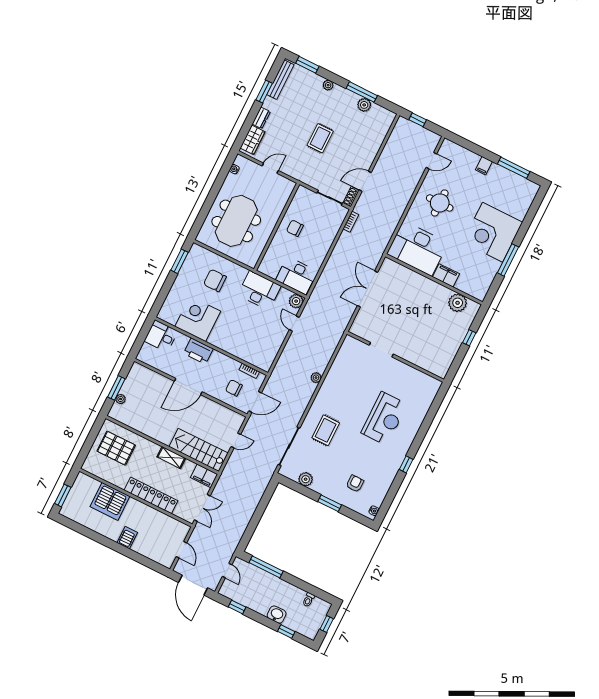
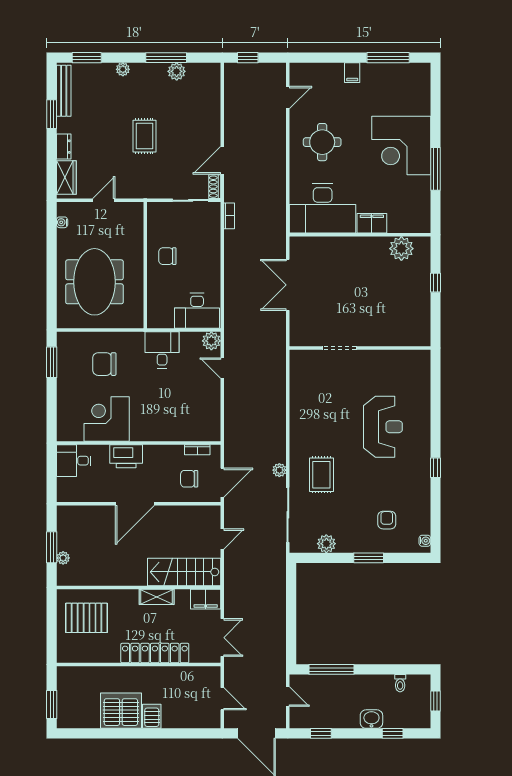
desk: (259, 290) -> (162, 350), width x0.73
plant: (316, 378) -> (279, 470), moved
server rack: (110, 501) -> (121, 711), moved, turned 180

